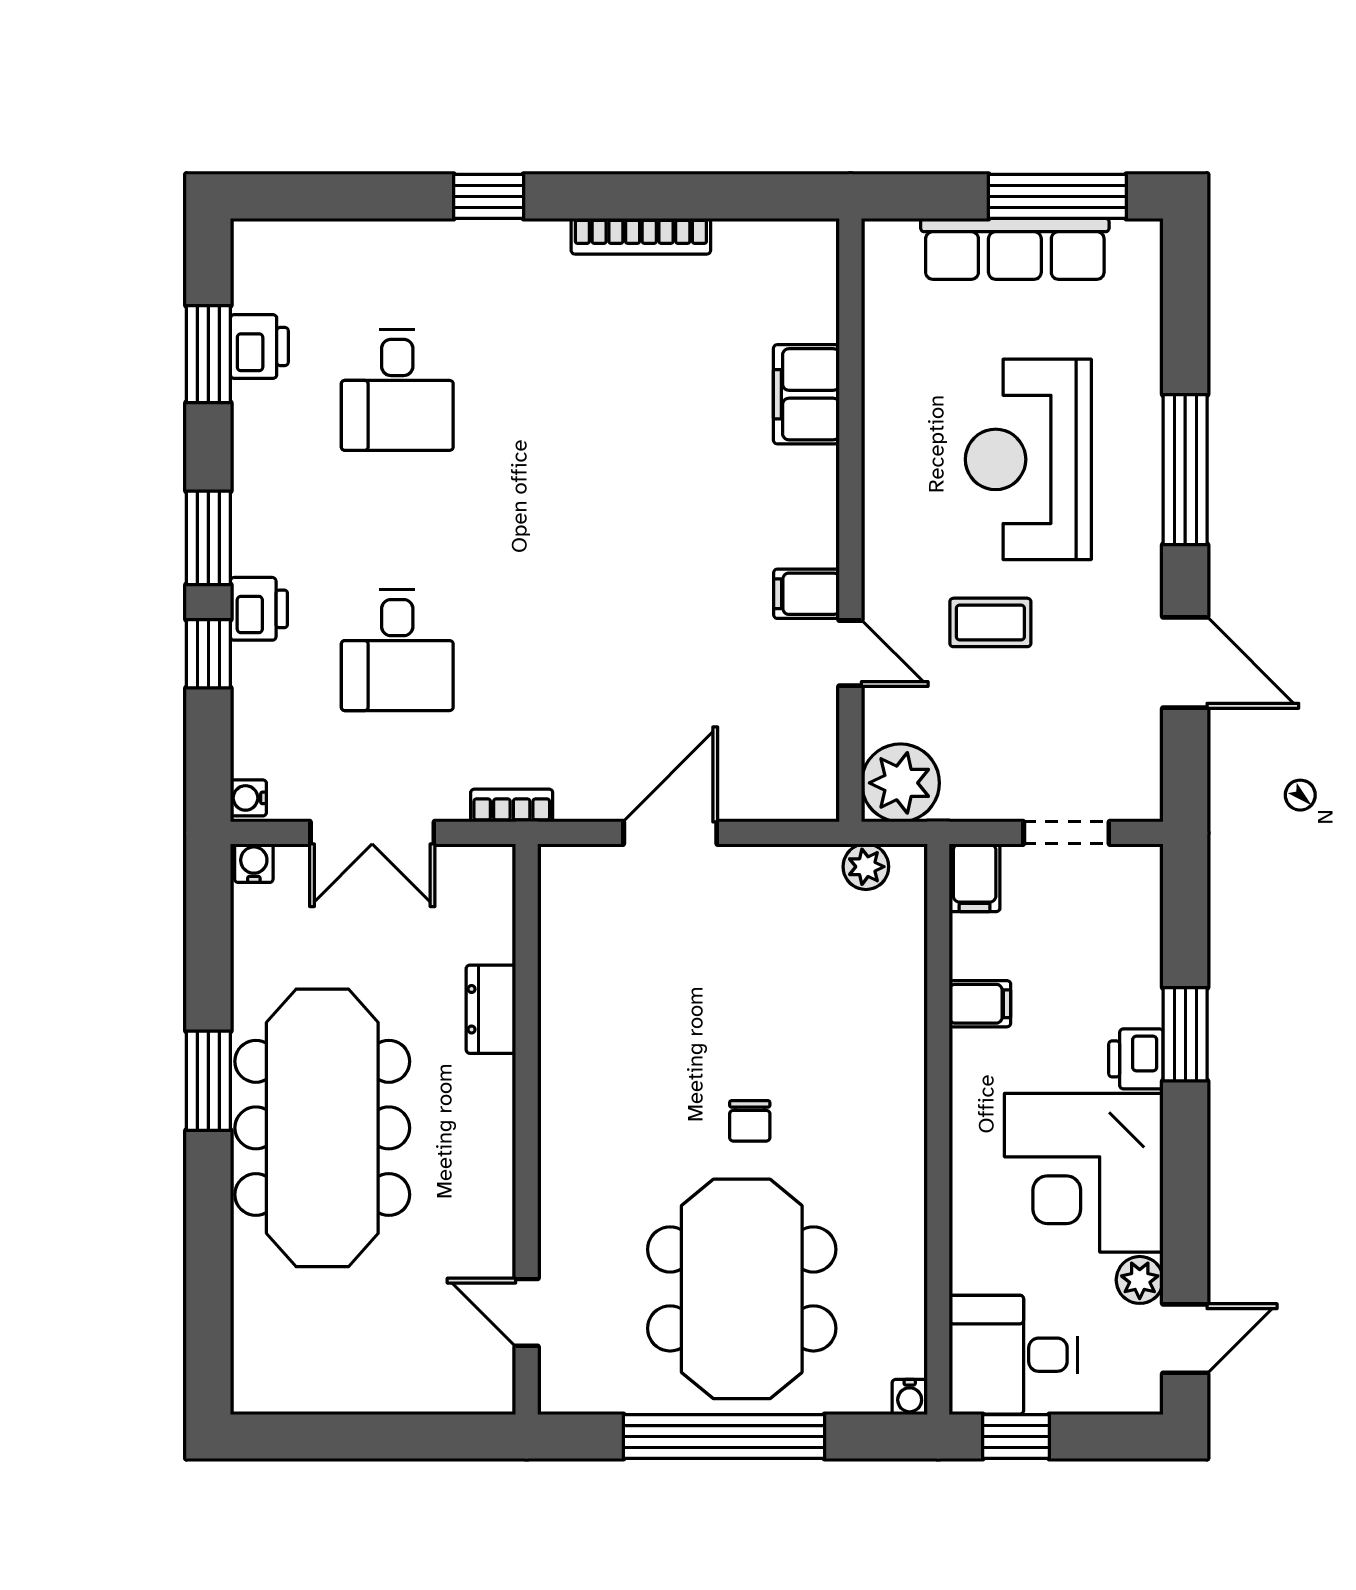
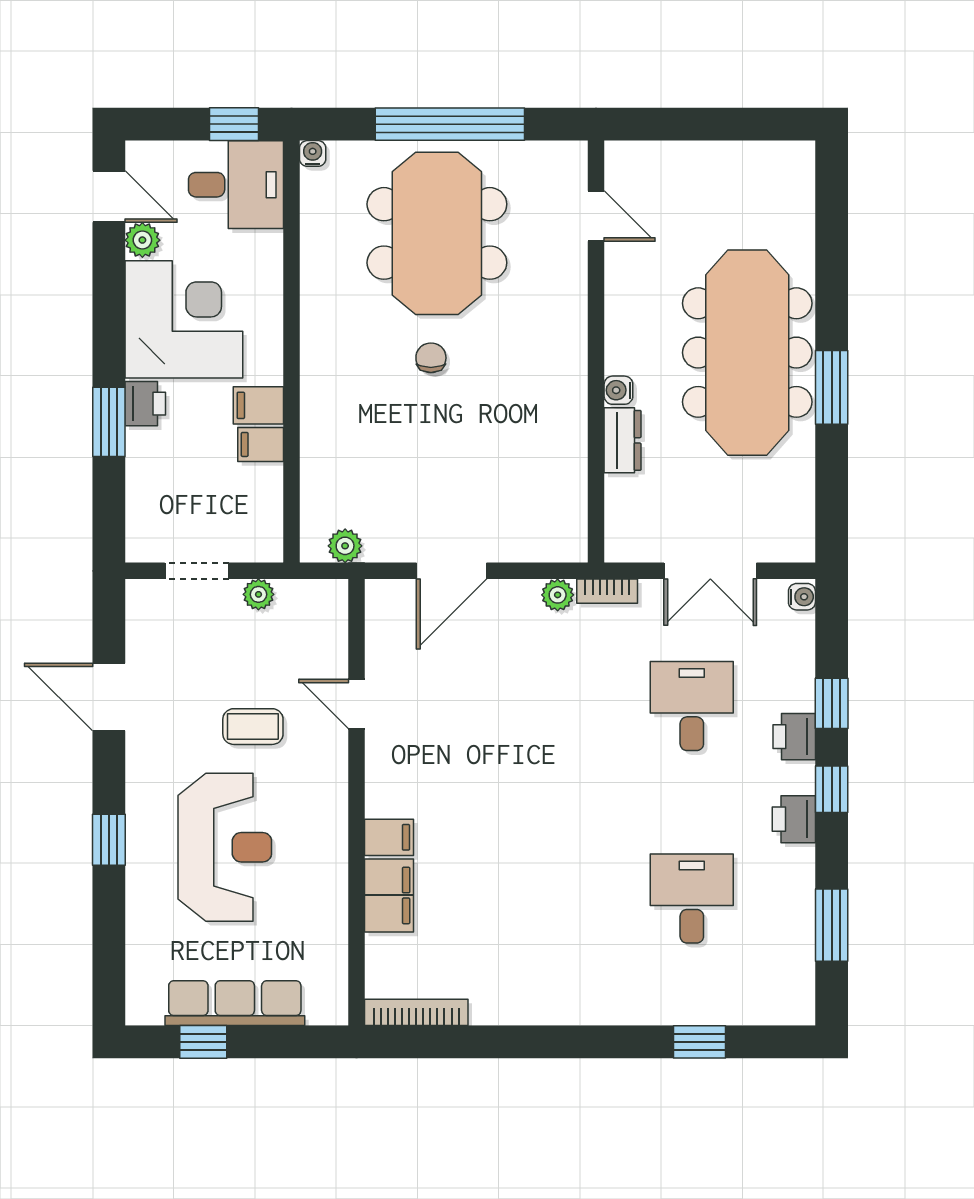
window: (489, 196) -> (699, 1042), moved
window: (1057, 196) -> (203, 1042), width x0.46
bookcase: (641, 236) -> (416, 1012), moved
printer: (259, 347) -> (794, 819), moved
window: (1185, 470) -> (109, 840), width x0.46
window: (208, 538) -> (832, 789), width x0.67
filing cabinet: (807, 594) -> (389, 837), moved
plant: (900, 783) -> (258, 594), moved, width x0.53, depth x0.53
plant: (579, 800) -> (558, 595), added
double door: (372, 833) -> (710, 571), swing flipped
door: (670, 833) -> (452, 571), moved
water cooler: (254, 863) -> (618, 390), moved, turned 90
filing cabinet: (975, 878) -> (258, 405), moved, turned -90
door: (1185, 1339) -> (109, 197), swing flipped

